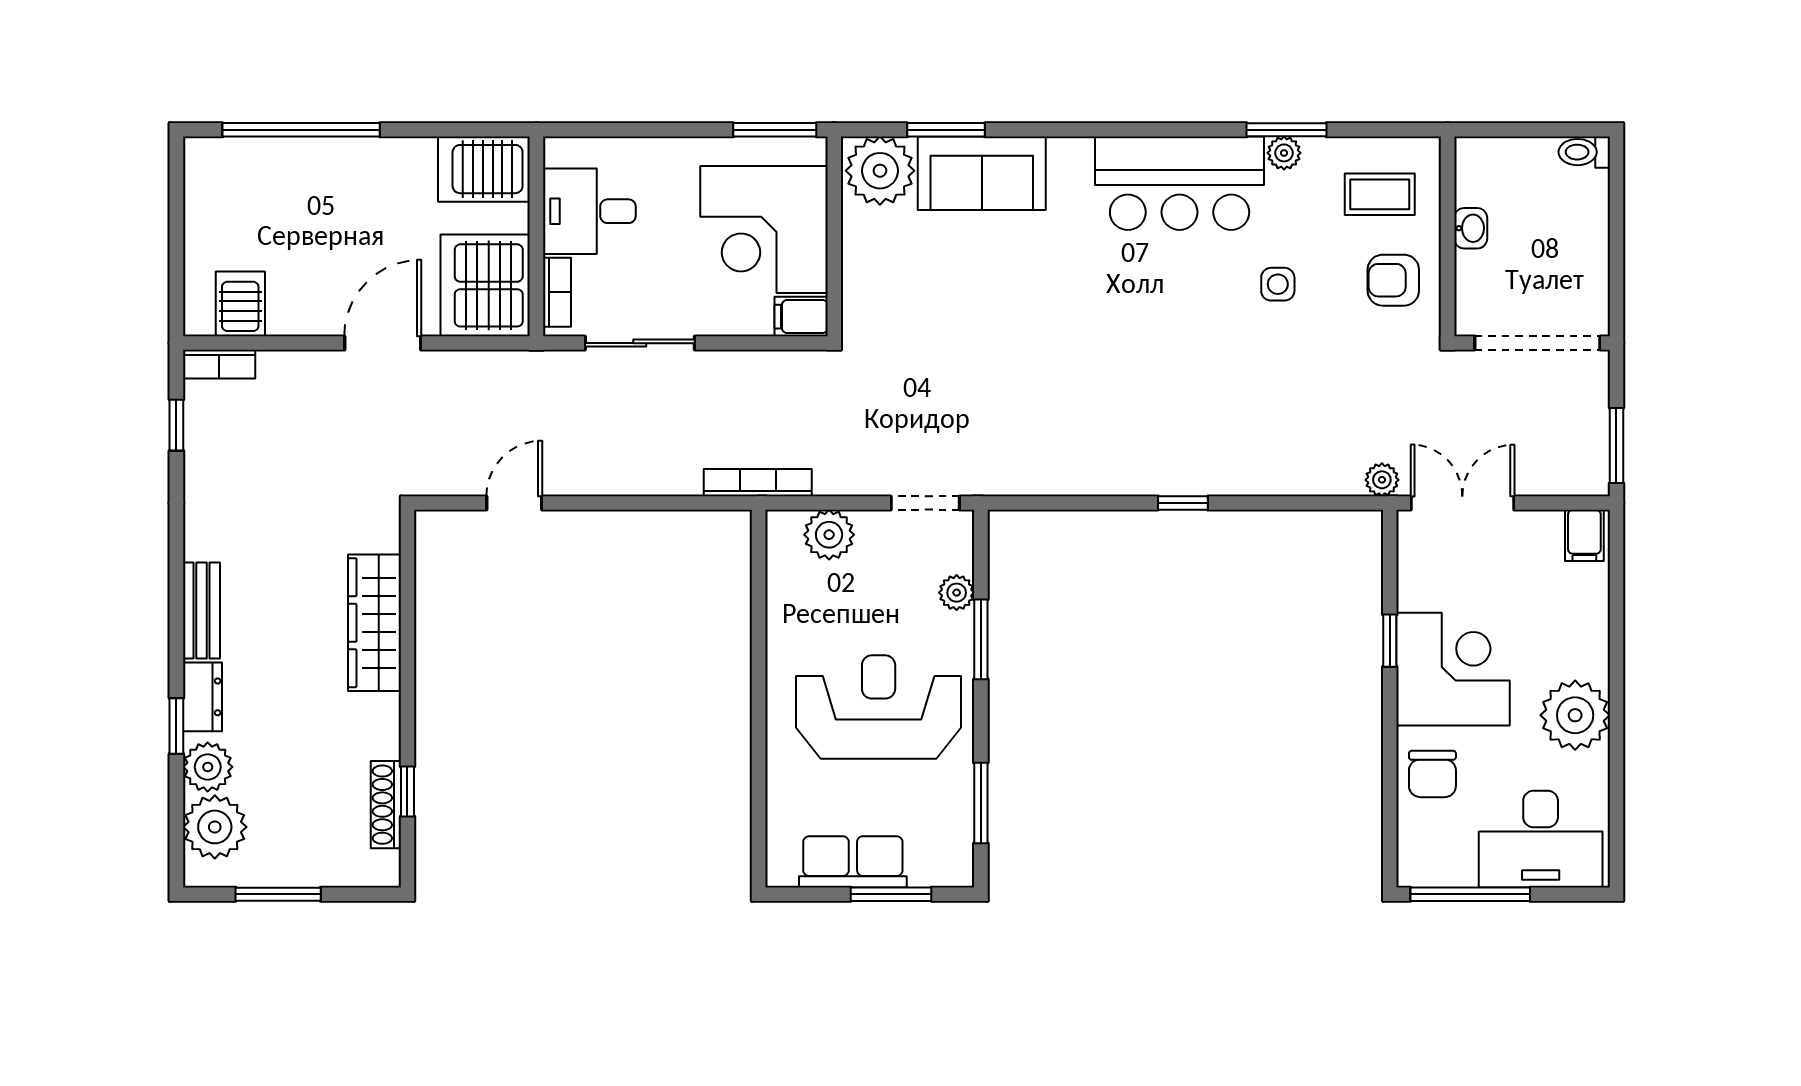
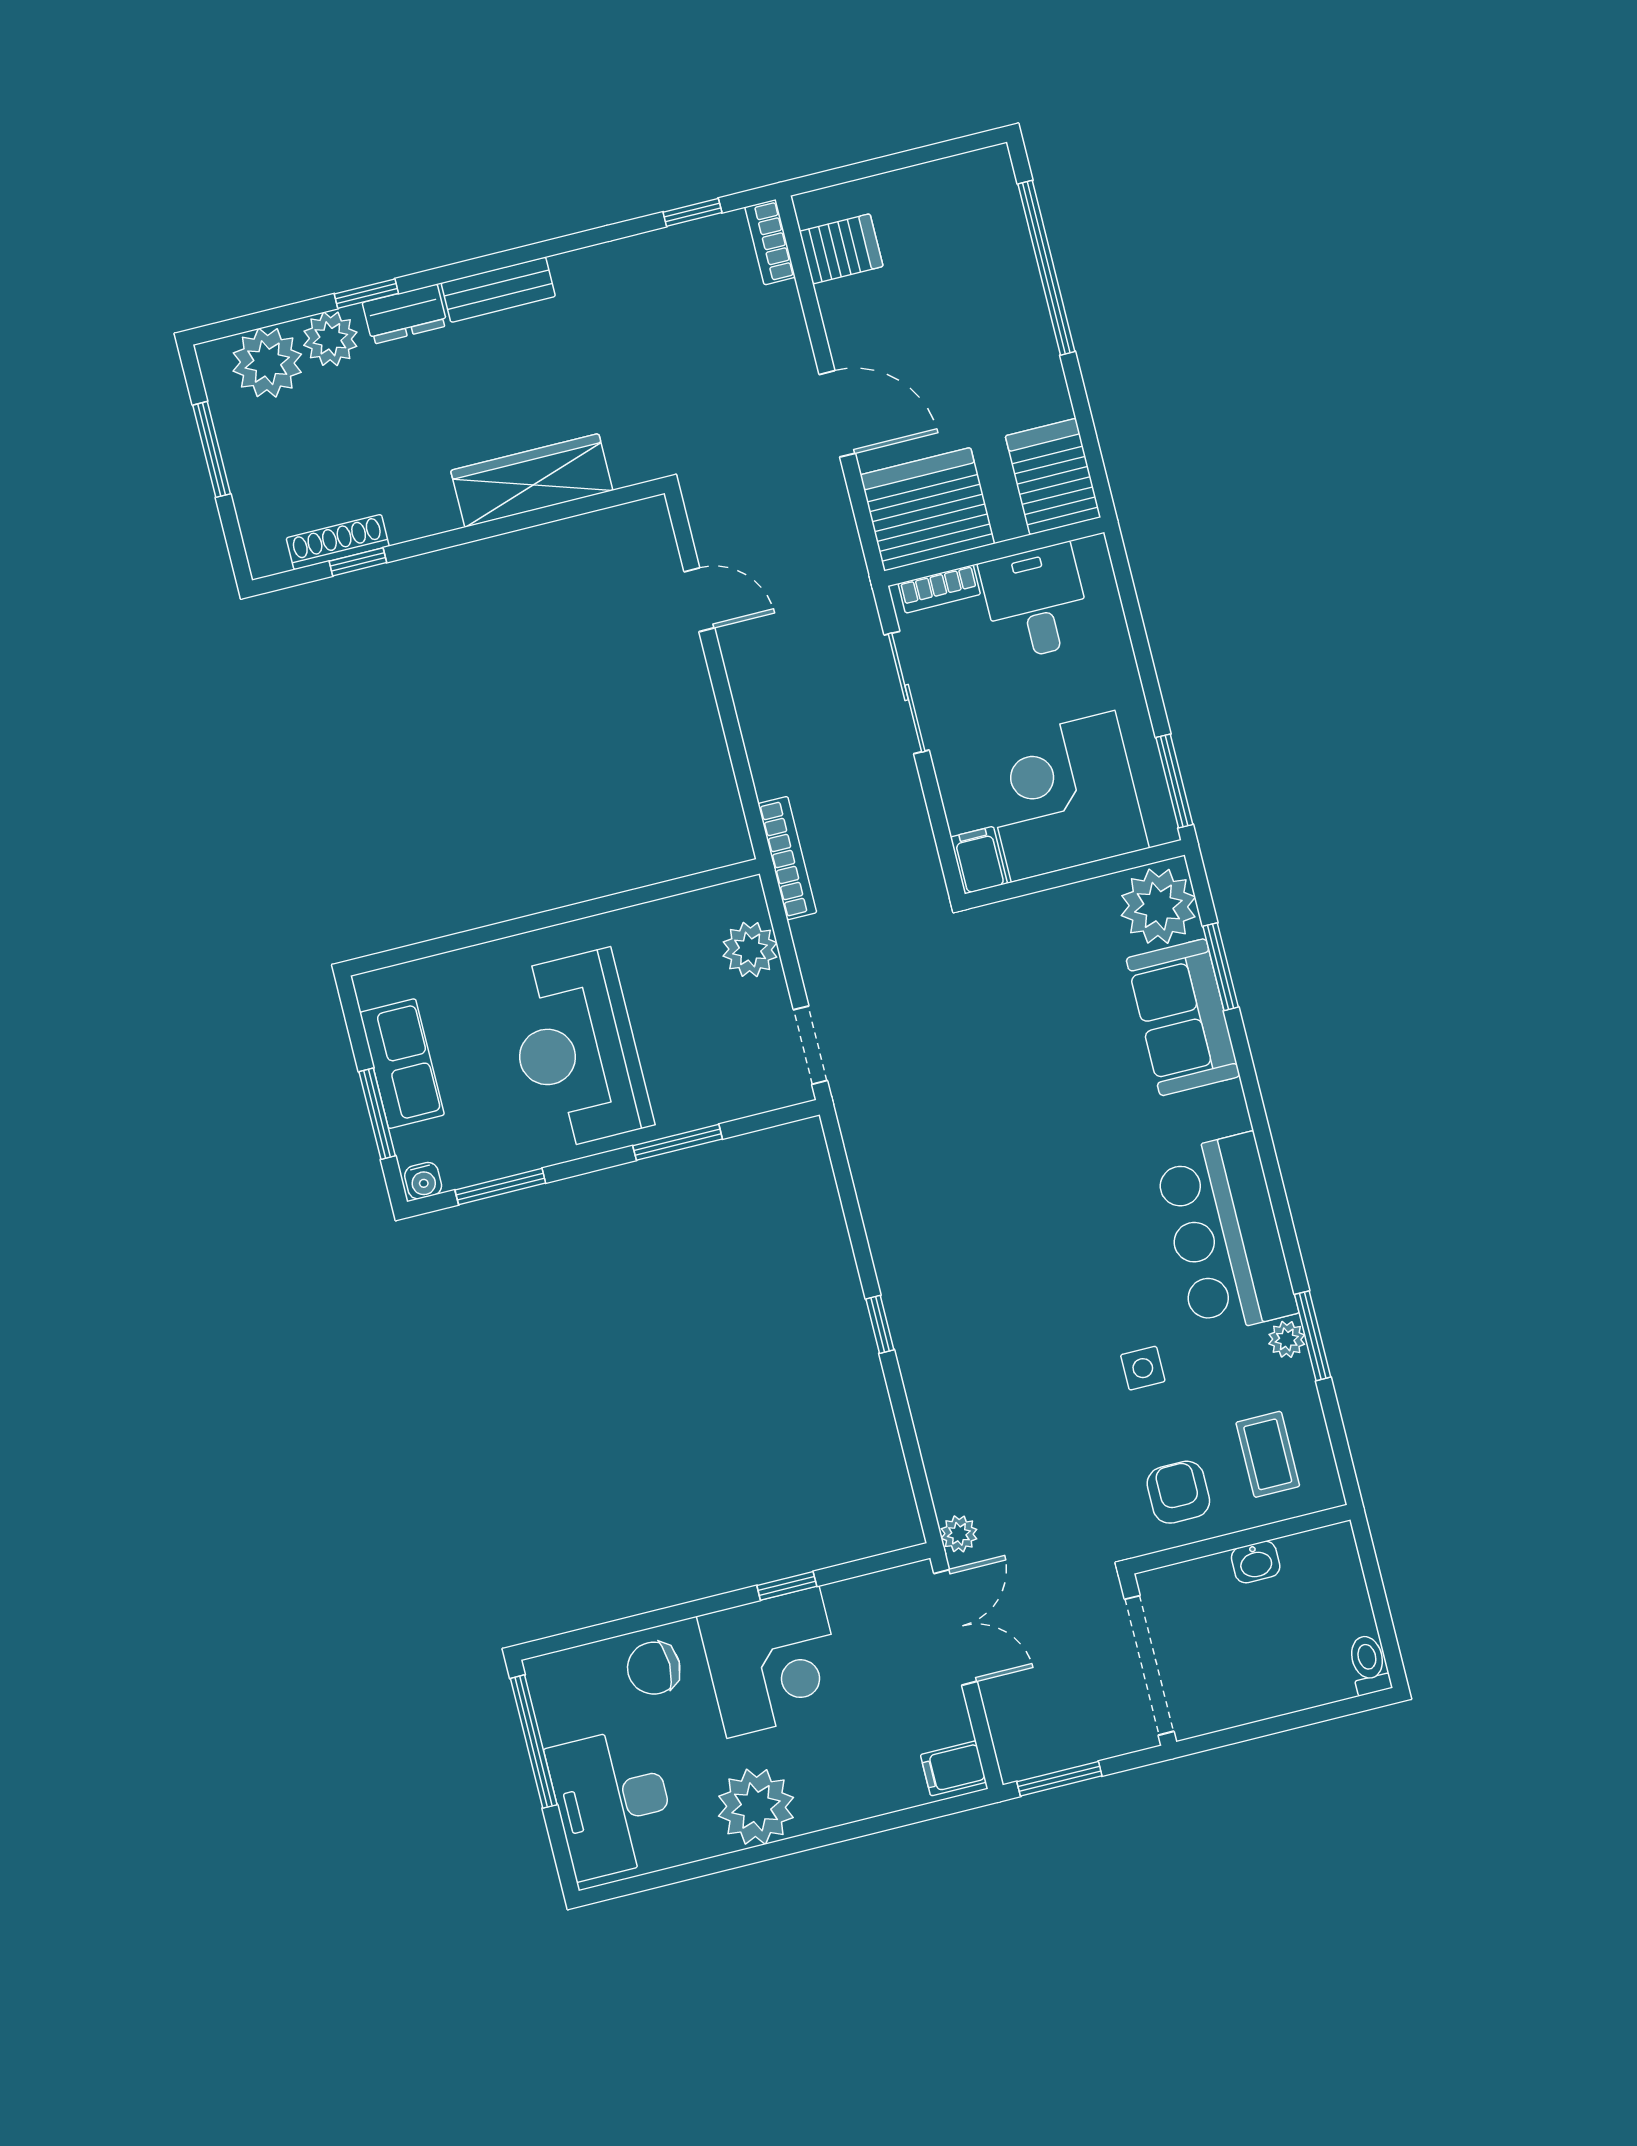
plant: (957, 593) -> (722, 1103), removed
reception desk: (879, 707) -> (577, 1050), turned 180
water cooler: (959, 869) -> (423, 1181), added

